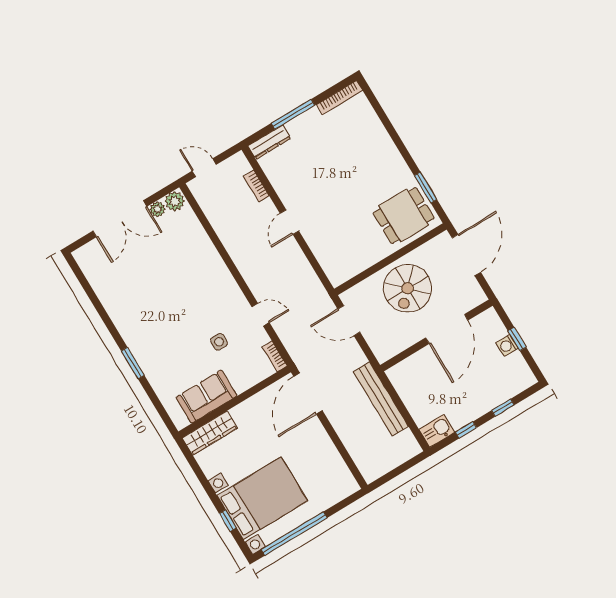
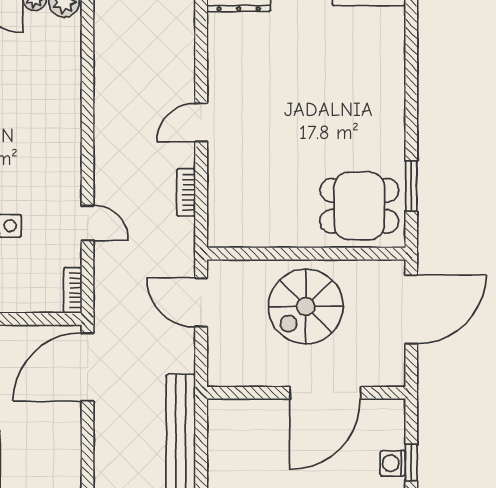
bookcase: (256, 186) -> (186, 192), moved

